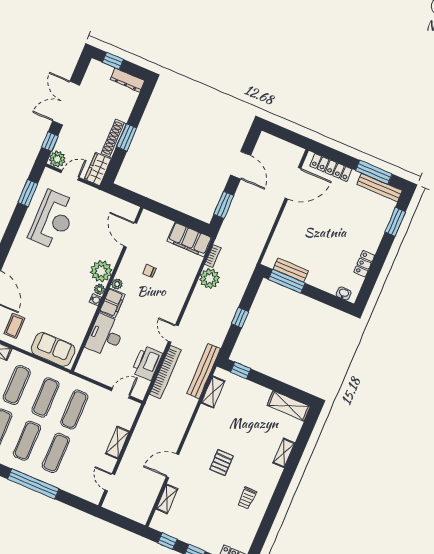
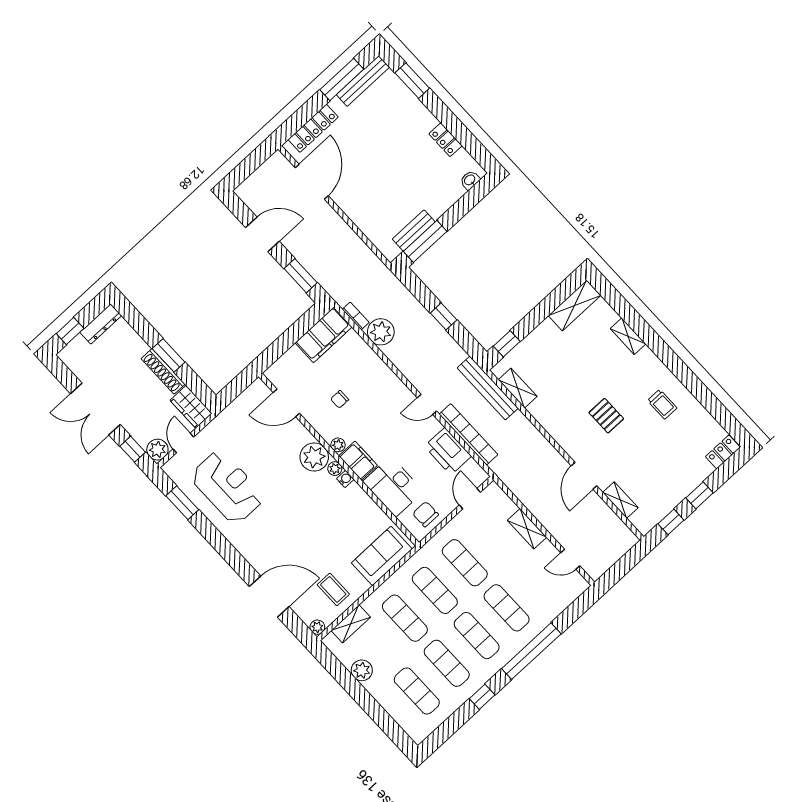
chair: (96, 367) -> (426, 514), added

